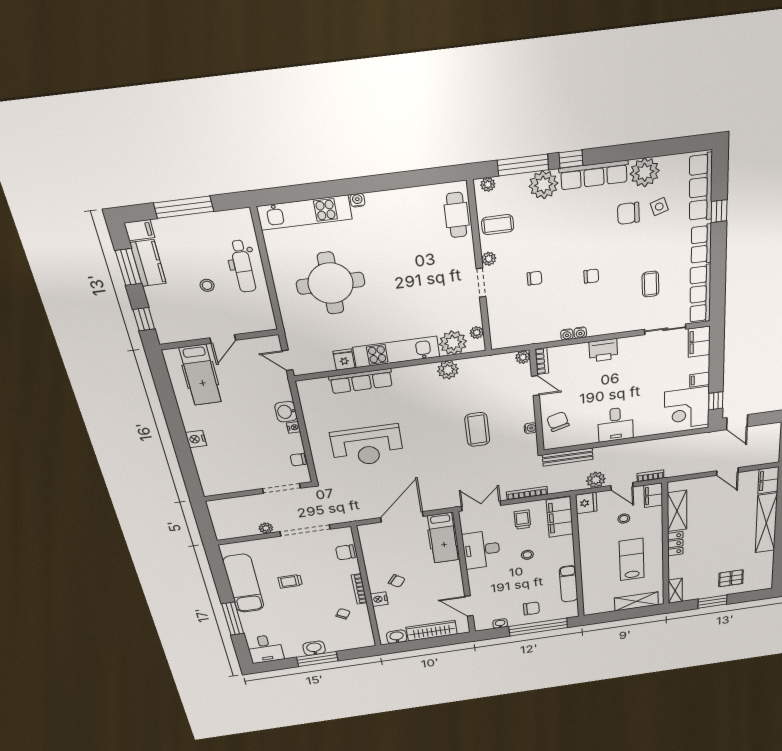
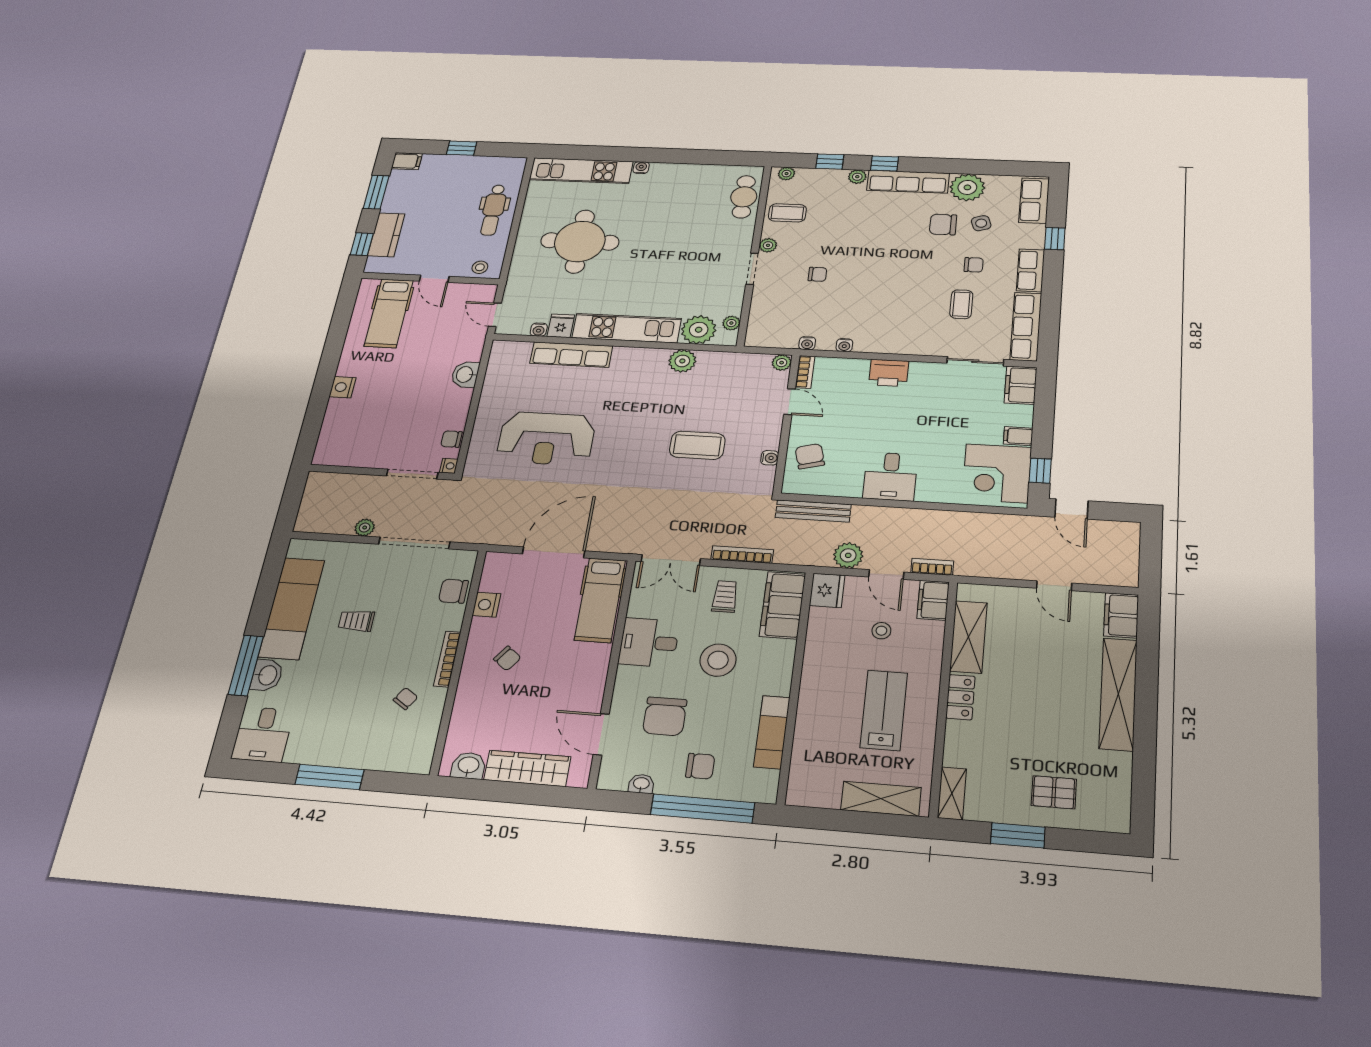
window: (523, 165) -> (830, 162), width x0.46
plant: (543, 185) -> (857, 177), width x0.53, depth x0.53
row of seats: (701, 187) -> (1034, 201), width x0.68
window: (184, 207) -> (462, 148), width x0.46
kitchen counter: (148, 263) -> (386, 235), moved
chair: (591, 276) -> (974, 265), moved
stool: (207, 285) -> (480, 267), moved
water cooler: (580, 333) -> (807, 343), moved
door: (223, 339) -> (434, 279), hinge flipped
water cooler: (328, 366) -> (539, 330), added
nightstand: (294, 427) -> (449, 466), moved
coffee table: (477, 429) -> (697, 445), turned 90
double door: (481, 506) -> (671, 560), swing flipped
desk: (481, 550) -> (649, 642), width x0.73
stool: (527, 555) -> (718, 660), width x1.89, depth x1.89
chair: (504, 590) -> (665, 716), added
nightstand: (379, 599) -> (486, 605), moved
washbasin: (314, 648) -> (267, 675), moved, turned 90

